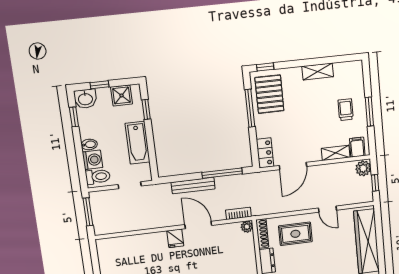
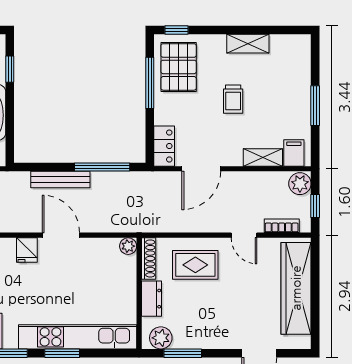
trolley: (346, 110) -> (233, 99), moved, turned 180
bookcase: (238, 213) -> (282, 226), moved

